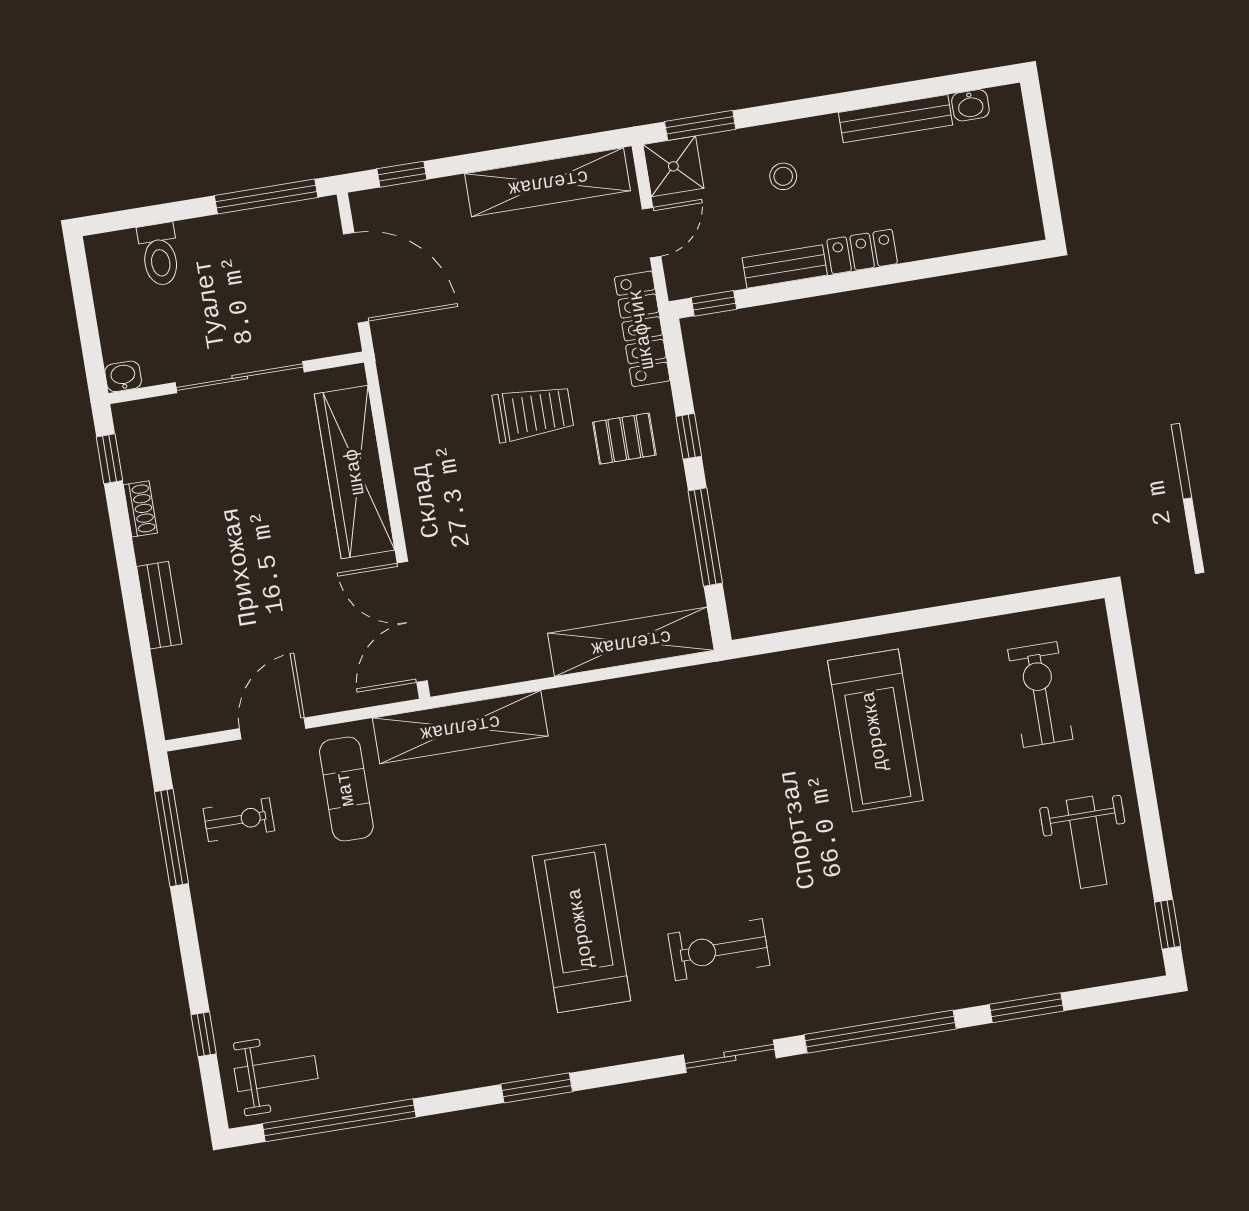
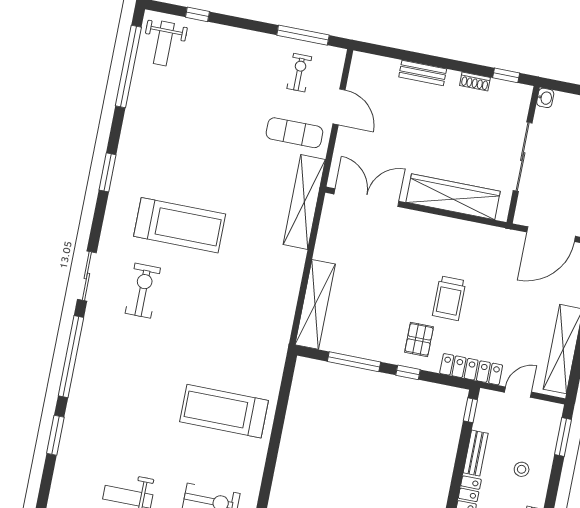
shower: (673, 166) -> (547, 416), removed
door: (652, 233) -> (518, 392), swing flipped
exercise bike: (239, 820) -> (299, 73), turned 180

